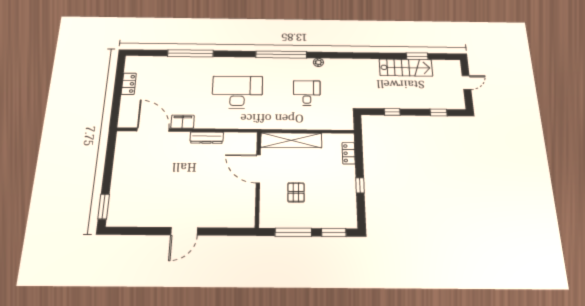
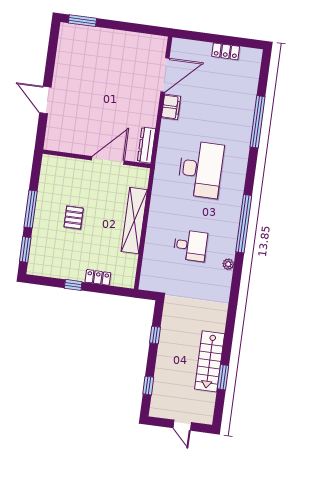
dresser: (207, 138) -> (146, 145), moved
locker: (349, 153) -> (98, 277), moved
door: (258, 169) -> (108, 160), moved
wall: (258, 179) -> (97, 159), moved
pallet: (296, 192) -> (74, 218), turned 90

